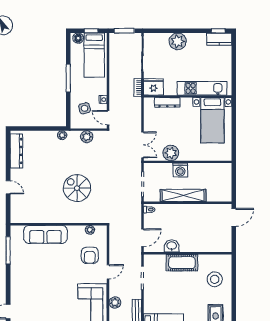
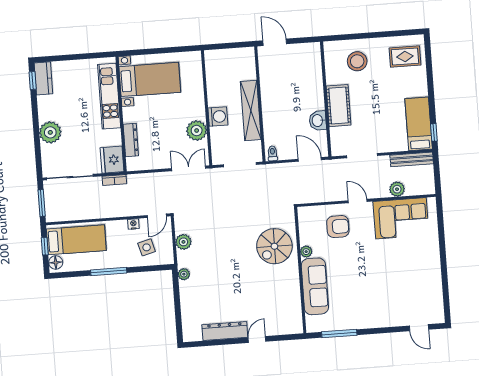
dresser: (16, 151) -> (225, 331), moved
spiral stairs: (77, 188) -> (274, 246), moved
plant: (90, 230) -> (306, 252), moved

